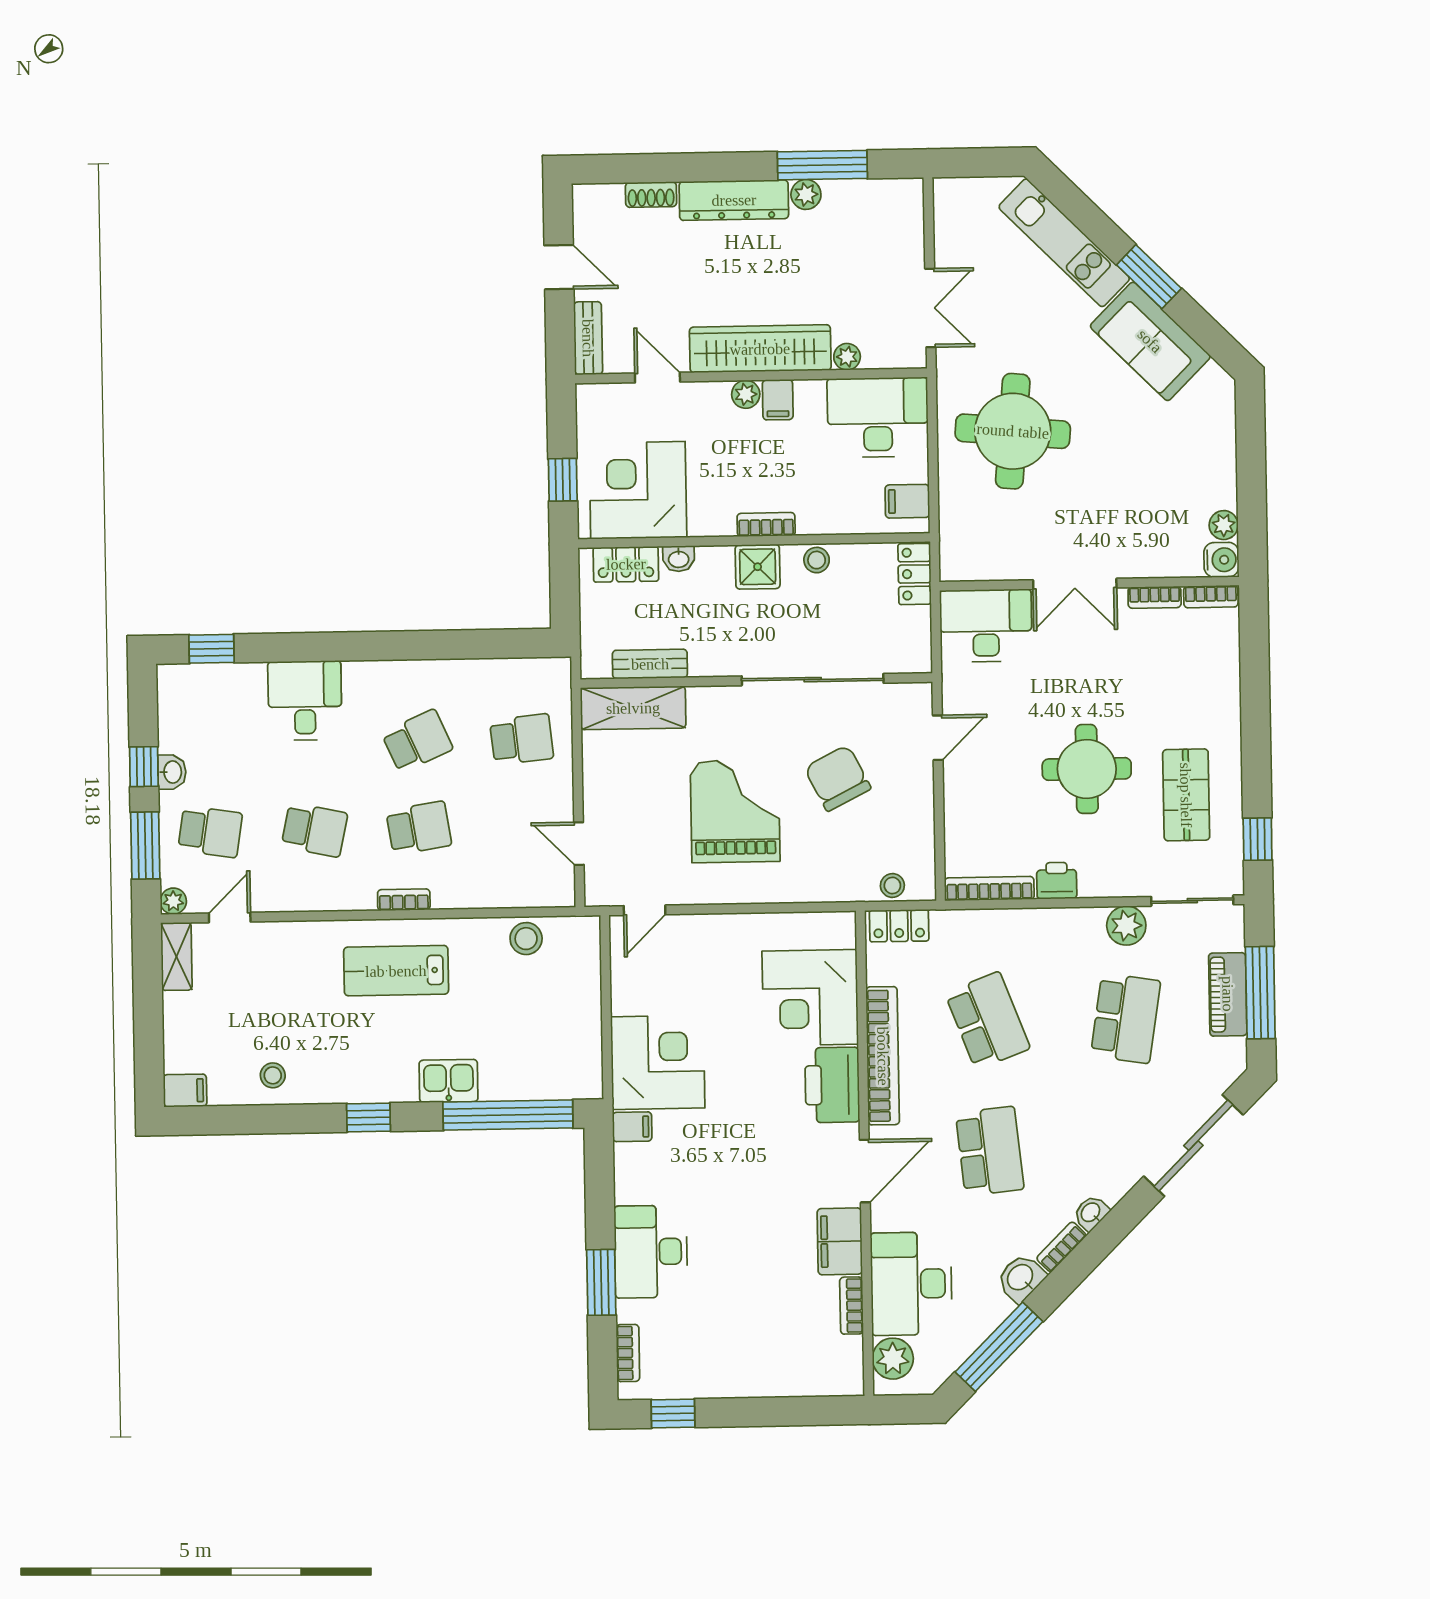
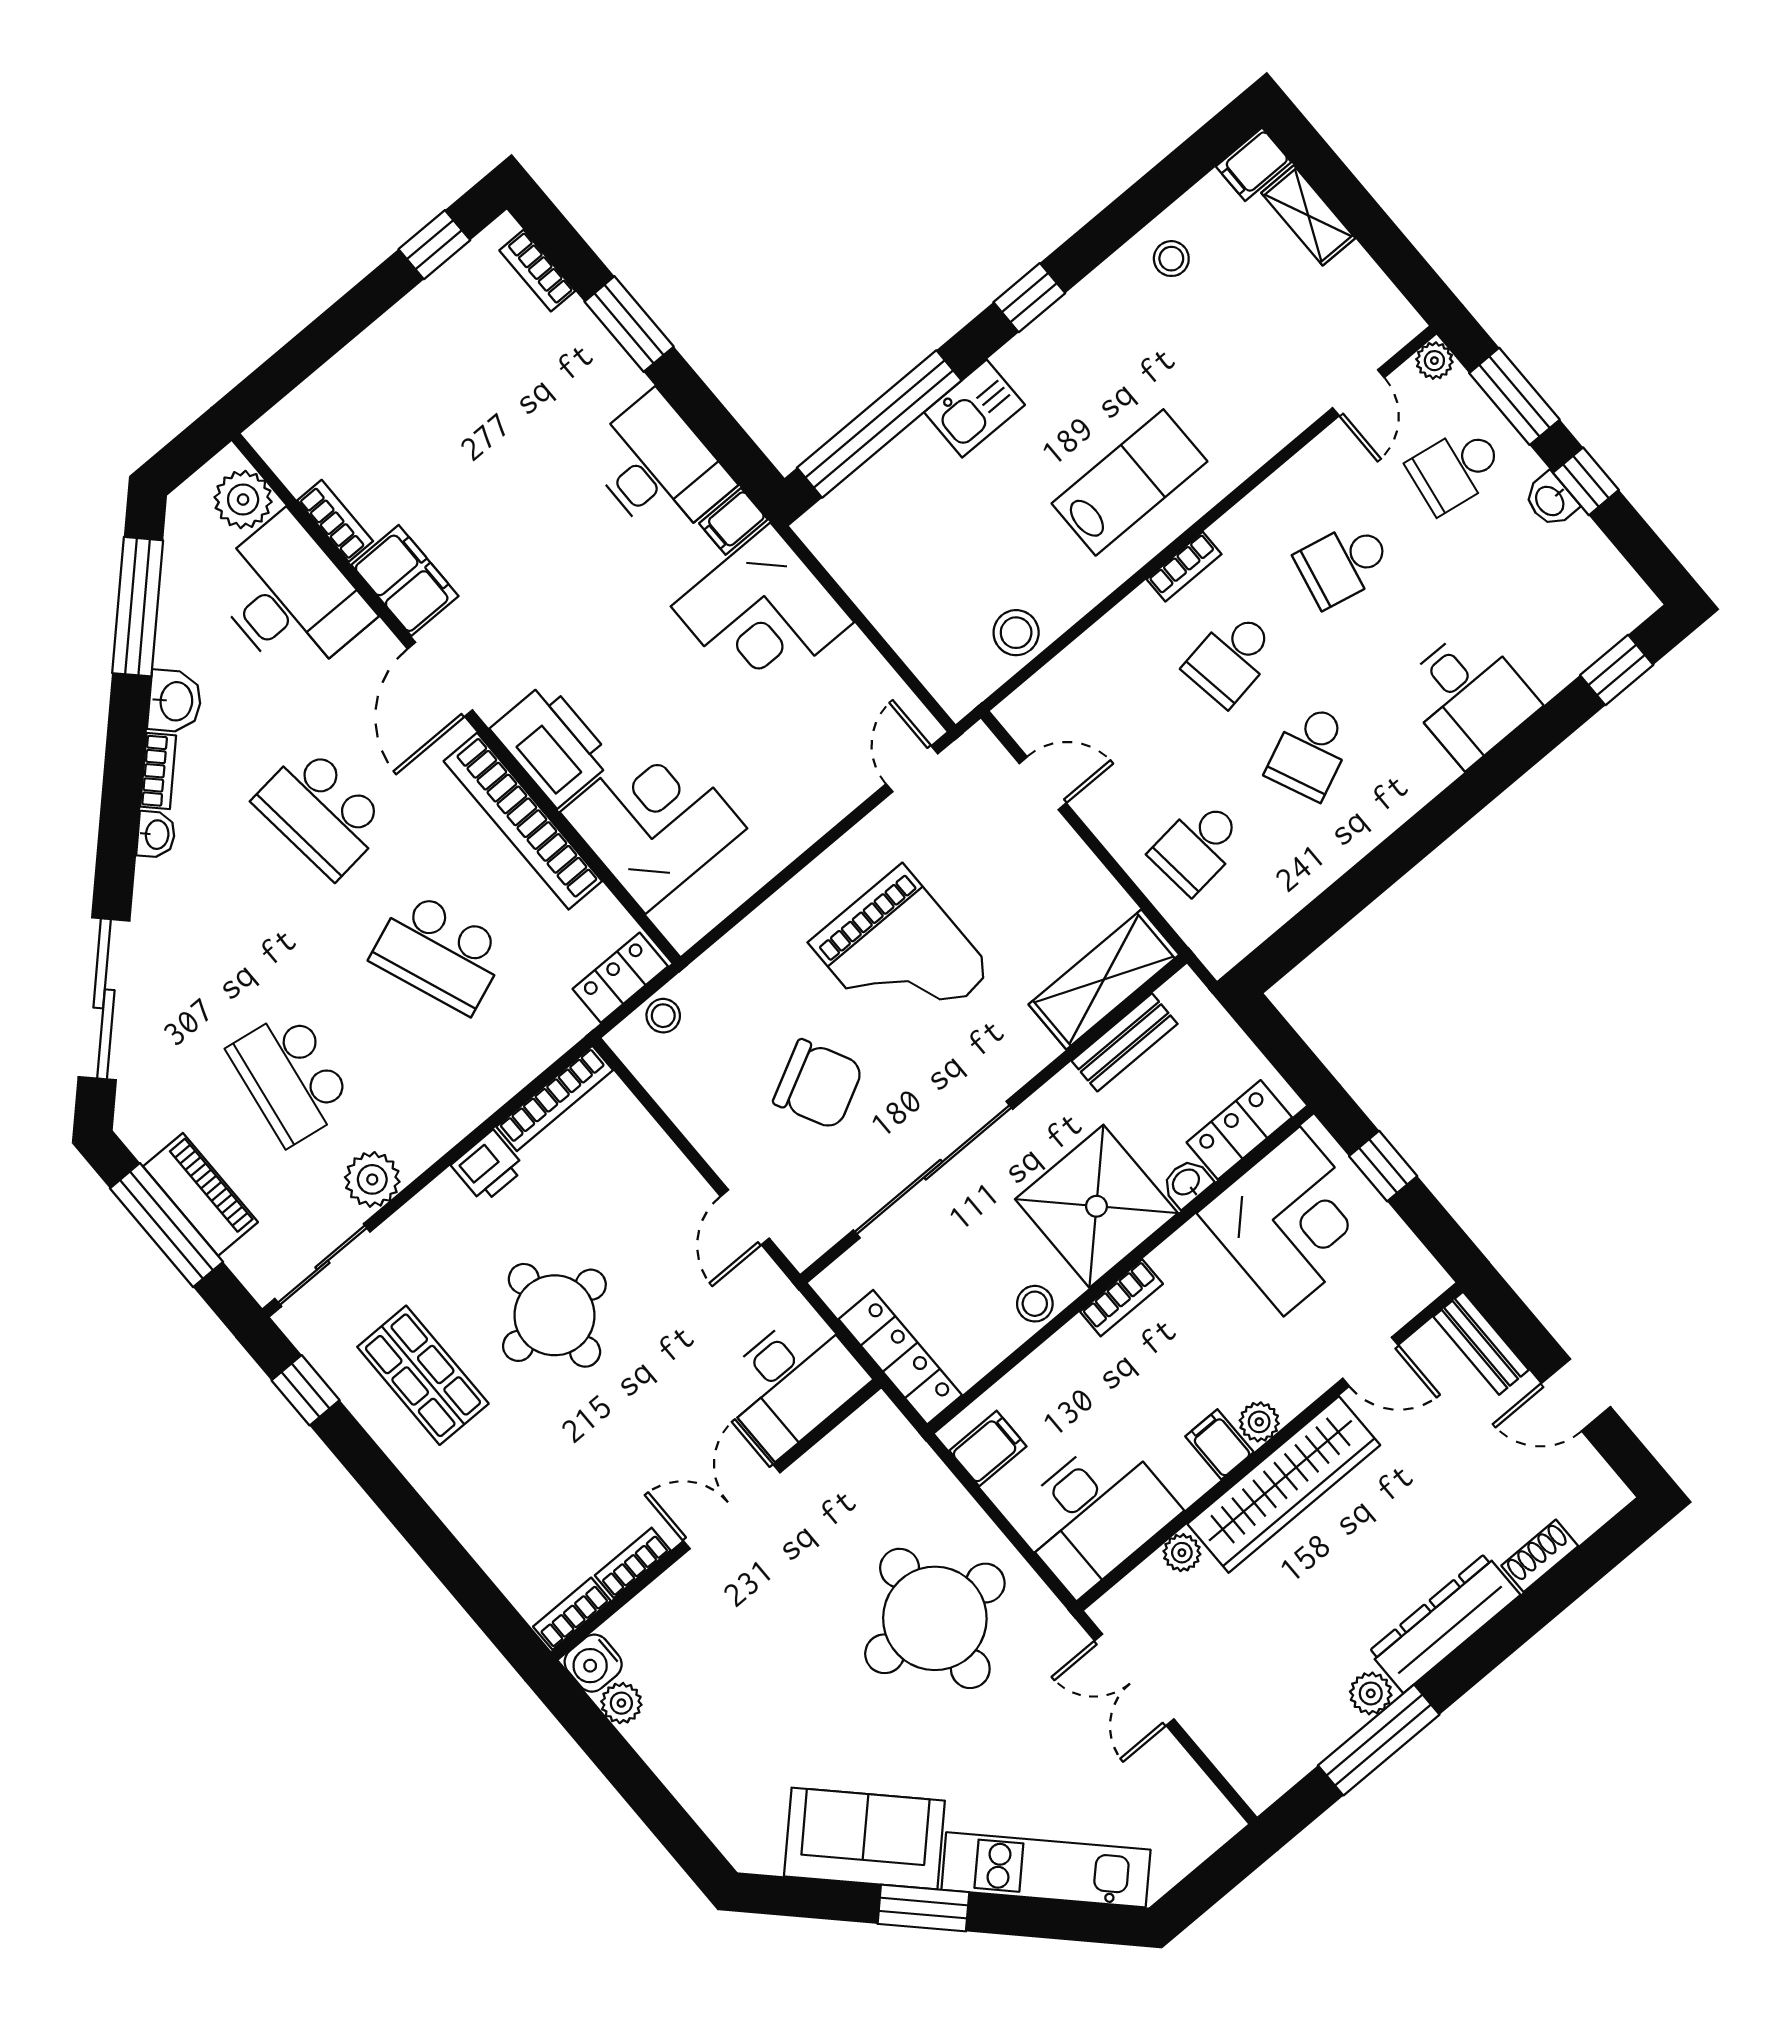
shower: (758, 567) -> (1096, 1206), width x1.86, depth x1.86
locker: (915, 574) -> (900, 1357), width x1.53
shelving: (176, 956) -> (1308, 215), moved
desk: (651, 1252) -> (658, 468), moved

